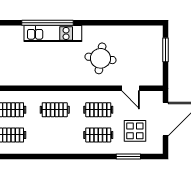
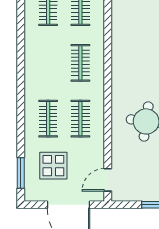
door: (131, 88) -> (108, 180), moved
window: (128, 156) -> (21, 173), moved

